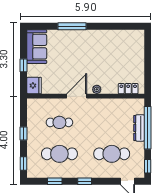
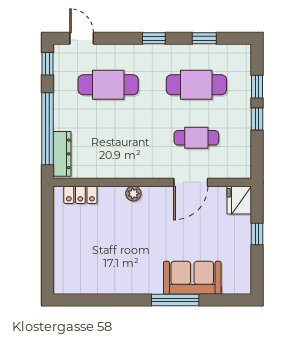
sofa: (37, 47) -> (192, 278), moved, turned 90
door: (77, 96) -> (191, 182), moved
dresser: (139, 128) -> (62, 154), moved
window: (24, 164) -> (257, 87), moved

